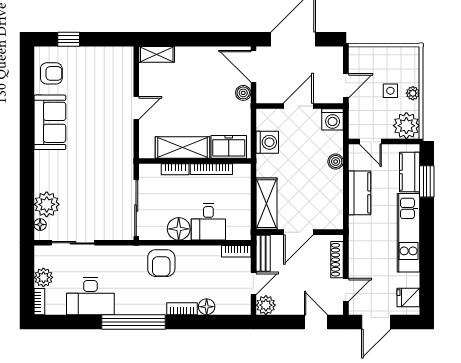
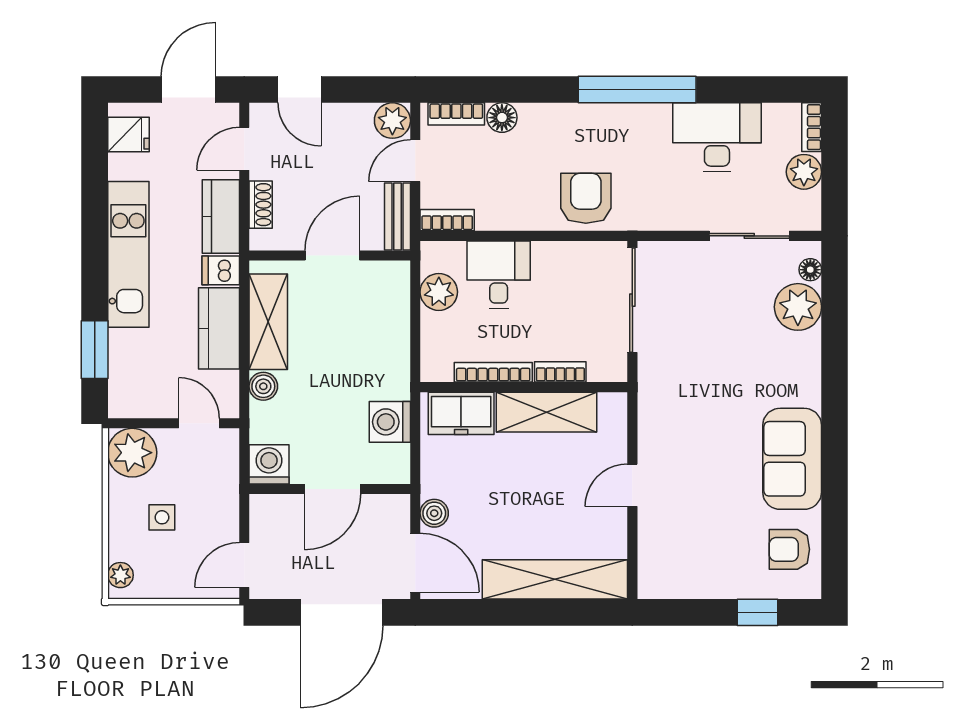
shelving: (157, 54) -> (555, 579), width x2.20, depth x1.33
door: (346, 86) -> (244, 565), moved
plant: (413, 93) -> (120, 575), moved
kitchen counter: (410, 172) -> (221, 216), moved, turned 180
shelving: (266, 204) -> (268, 322), moved
plant: (241, 213) -> (439, 292), added
dishwasher: (359, 224) -> (221, 270), added
floor lamp: (179, 229) -> (554, 262), removed
shoe rack: (337, 260) -> (261, 205), width x0.70
bookcase: (182, 309) -> (456, 114), moved

